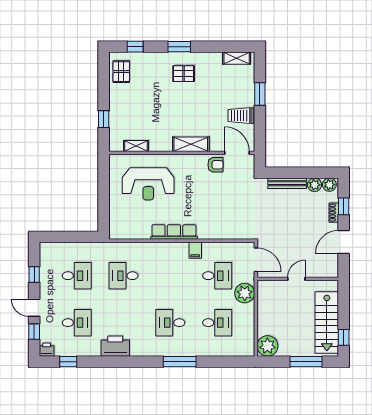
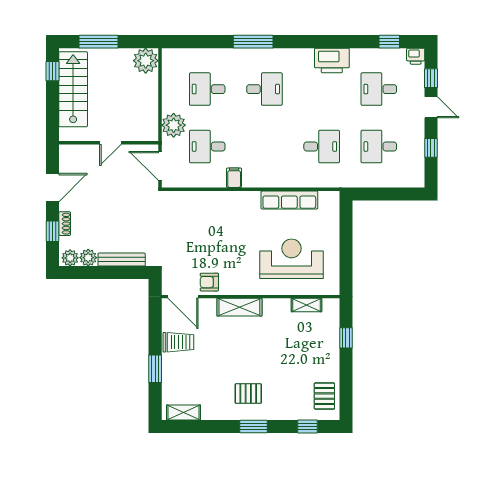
row of seats: (174, 232) -> (289, 200), moved

